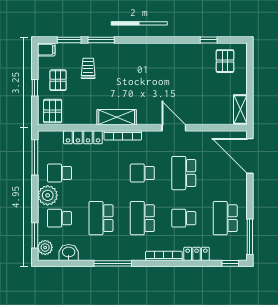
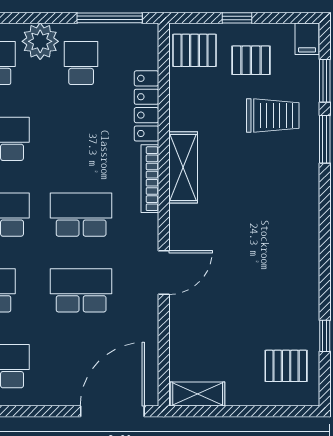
trolley: (88, 68) -> (273, 116), width x1.36, depth x1.39
school desk: (142, 173) -> (81, 215), width x1.85

